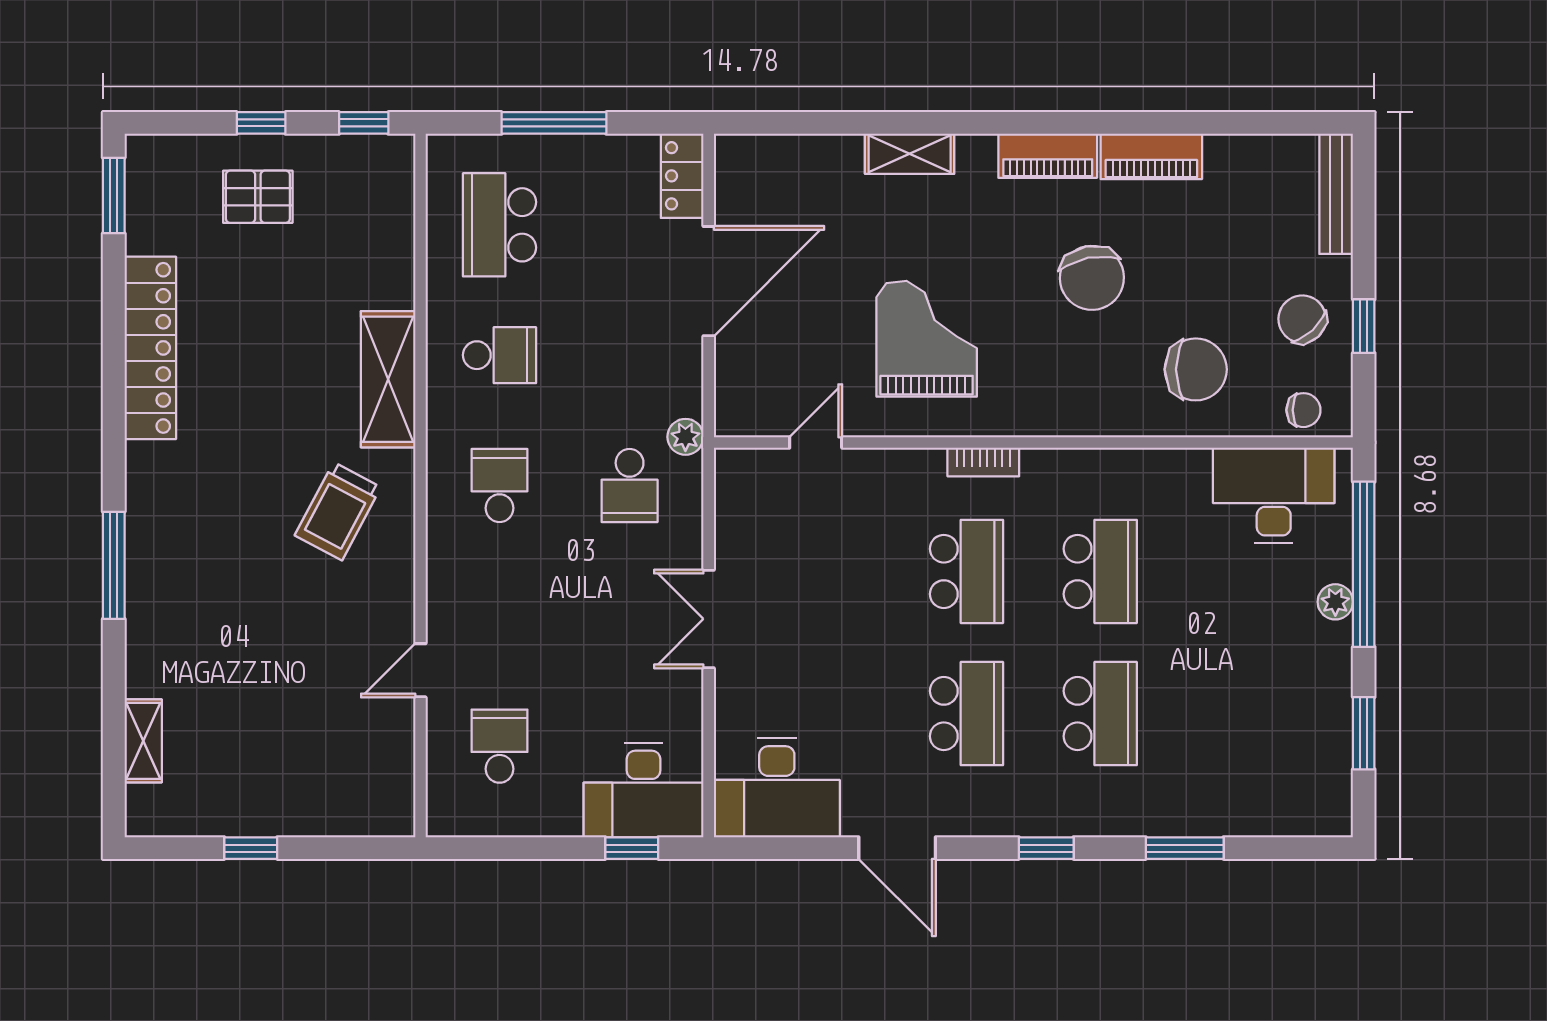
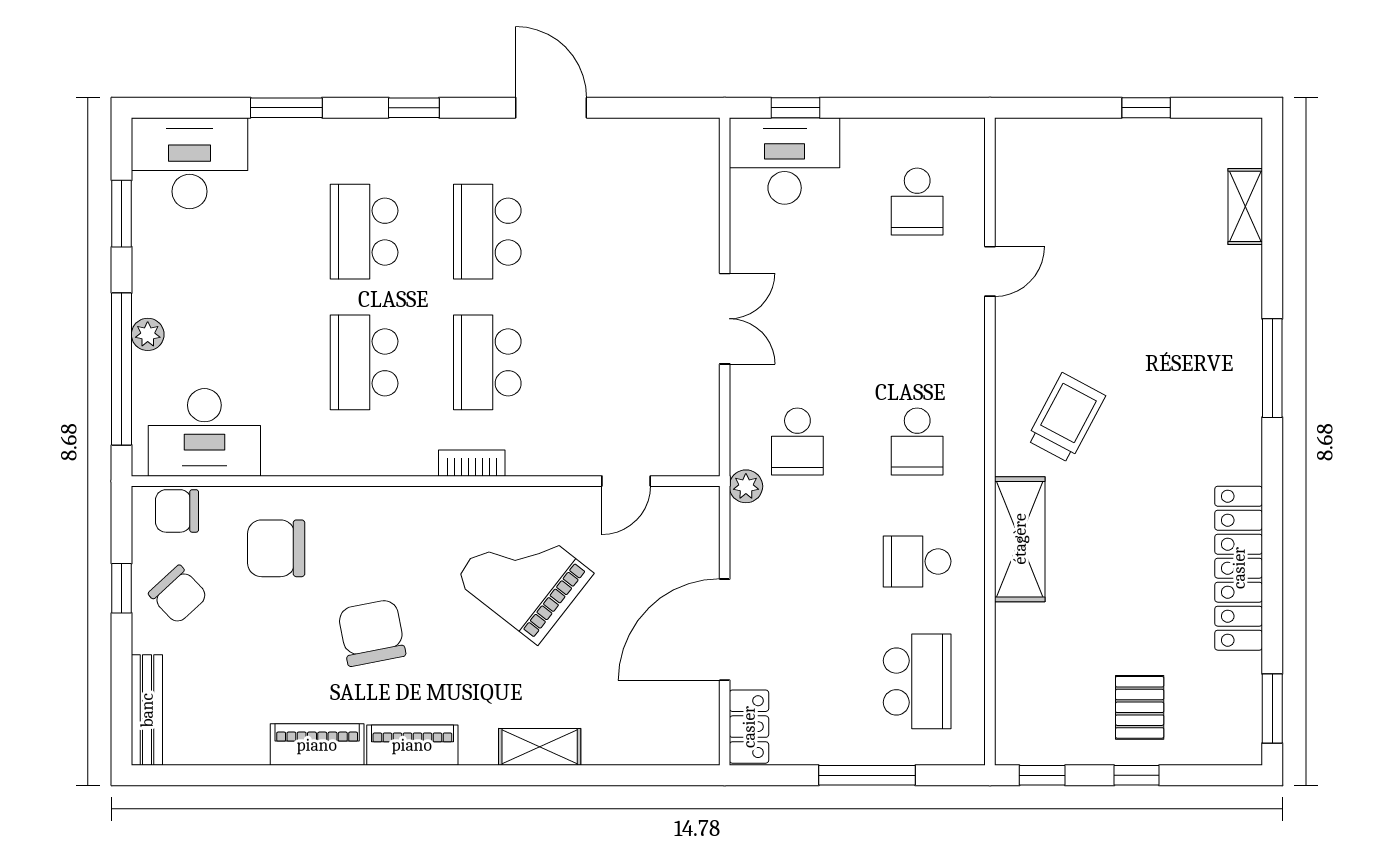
pallet: (258, 197) -> (1140, 707), turned 90
grand piano: (927, 339) -> (524, 577), turned 128
chair: (1303, 410) -> (177, 511), width x1.37, depth x1.37
school desk: (630, 485) -> (797, 442), turned 180
desk: (777, 788) -> (190, 163), moved

